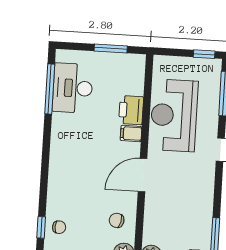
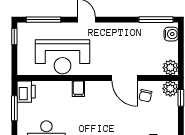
printer: (131, 110) -> (26, 92), moved, turned -90
door: (142, 175) -> (125, 78), moved

